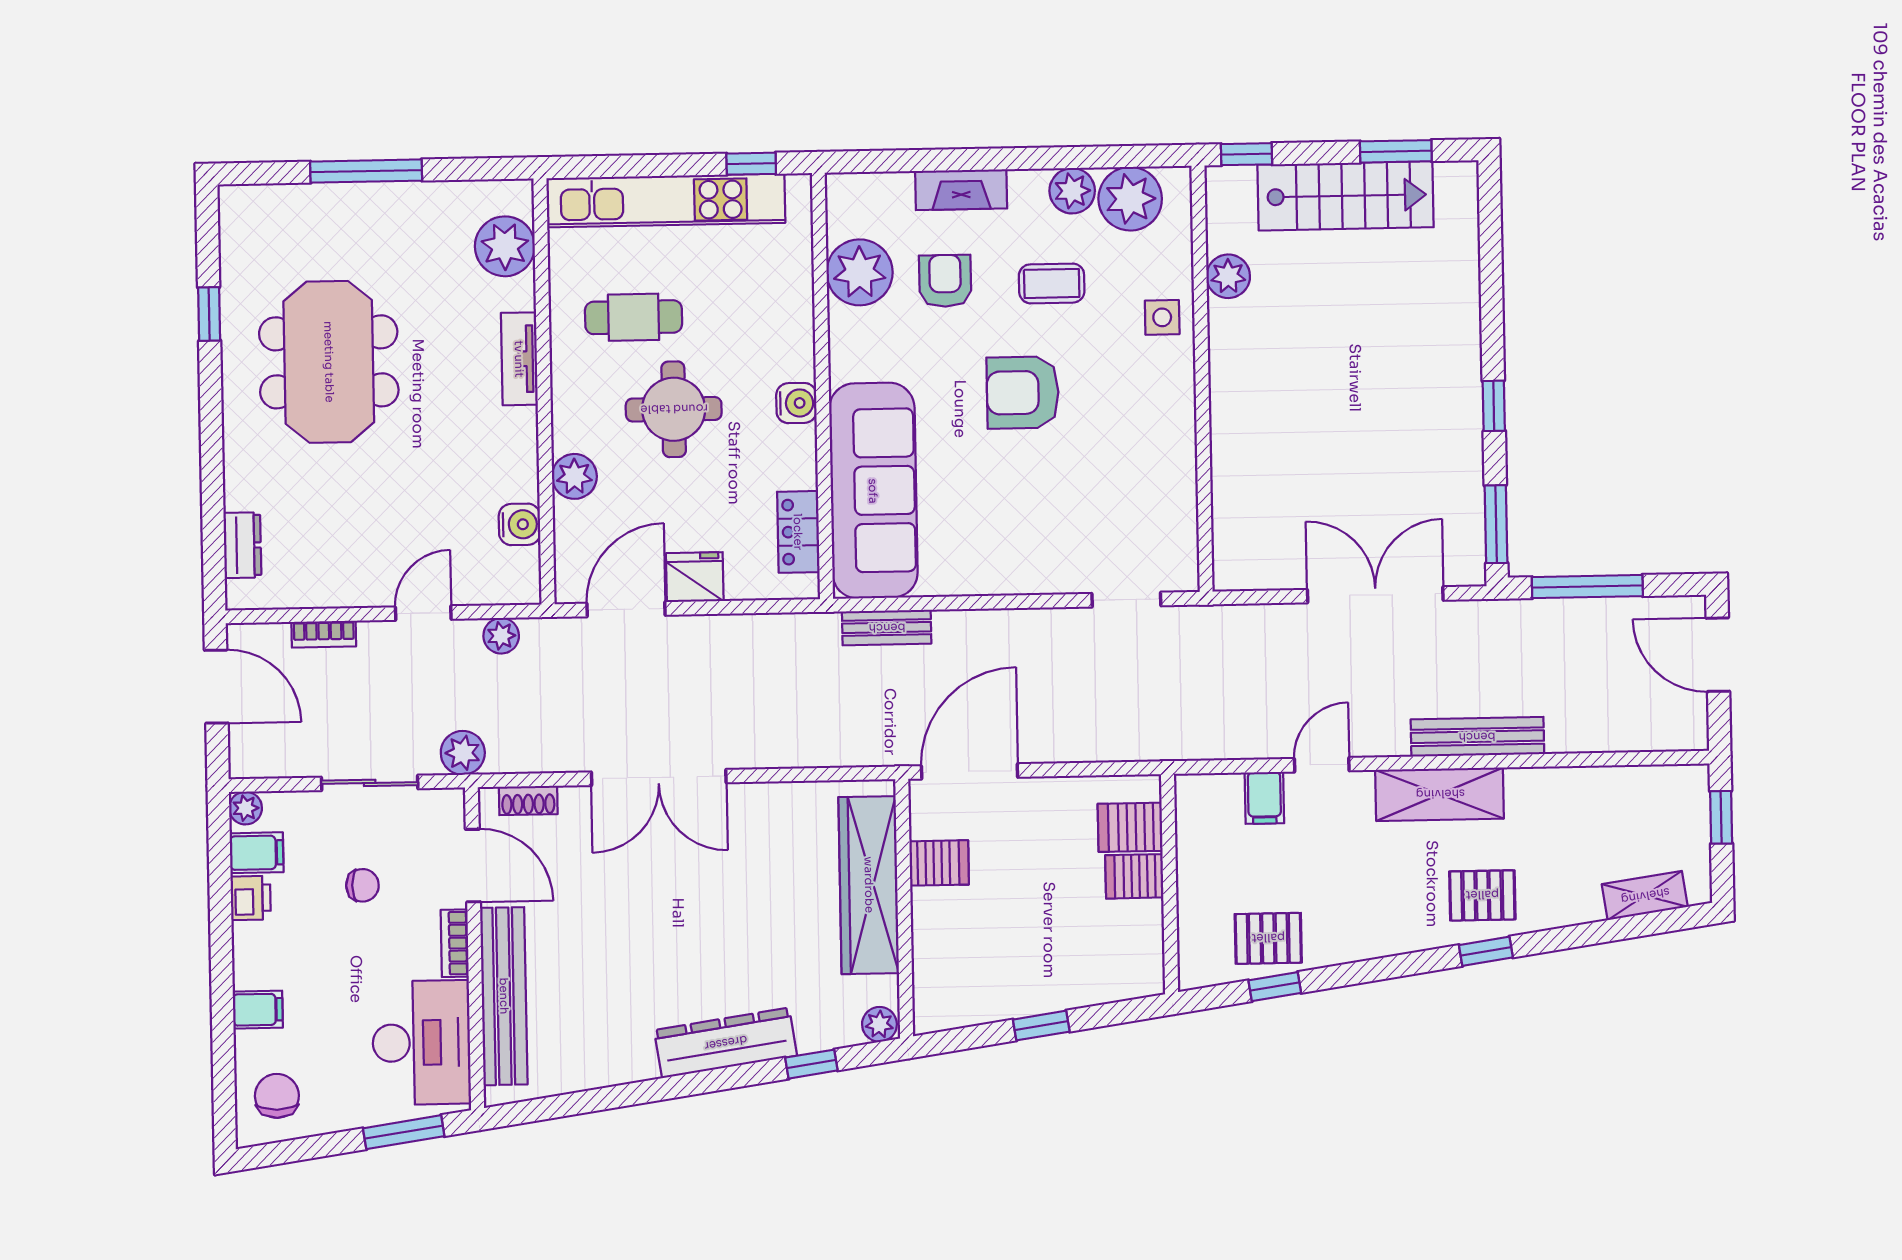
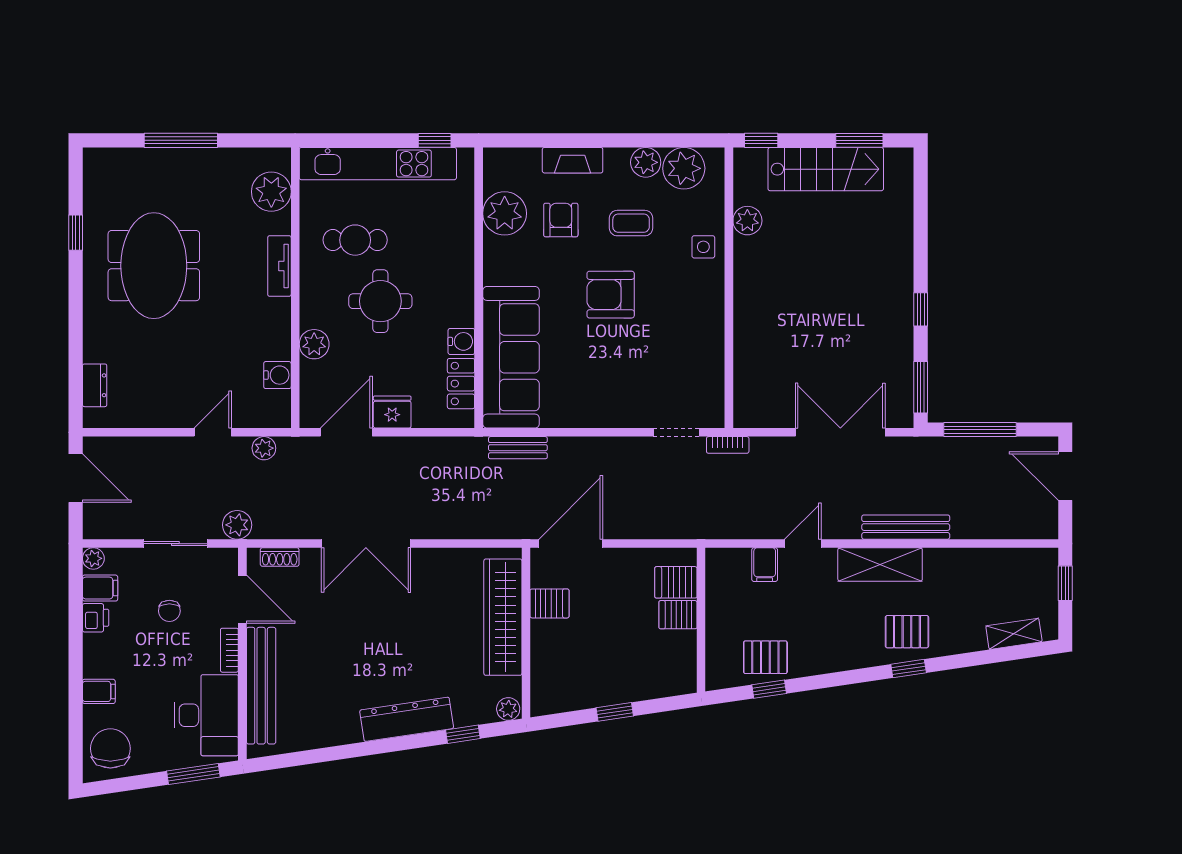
water cooler: (796, 403) -> (461, 341), moved
bookcase: (324, 634) -> (728, 445), moved
chair: (362, 885) -> (169, 611), turned 90
chair: (277, 1096) -> (110, 748), width x1.37, depth x1.37

